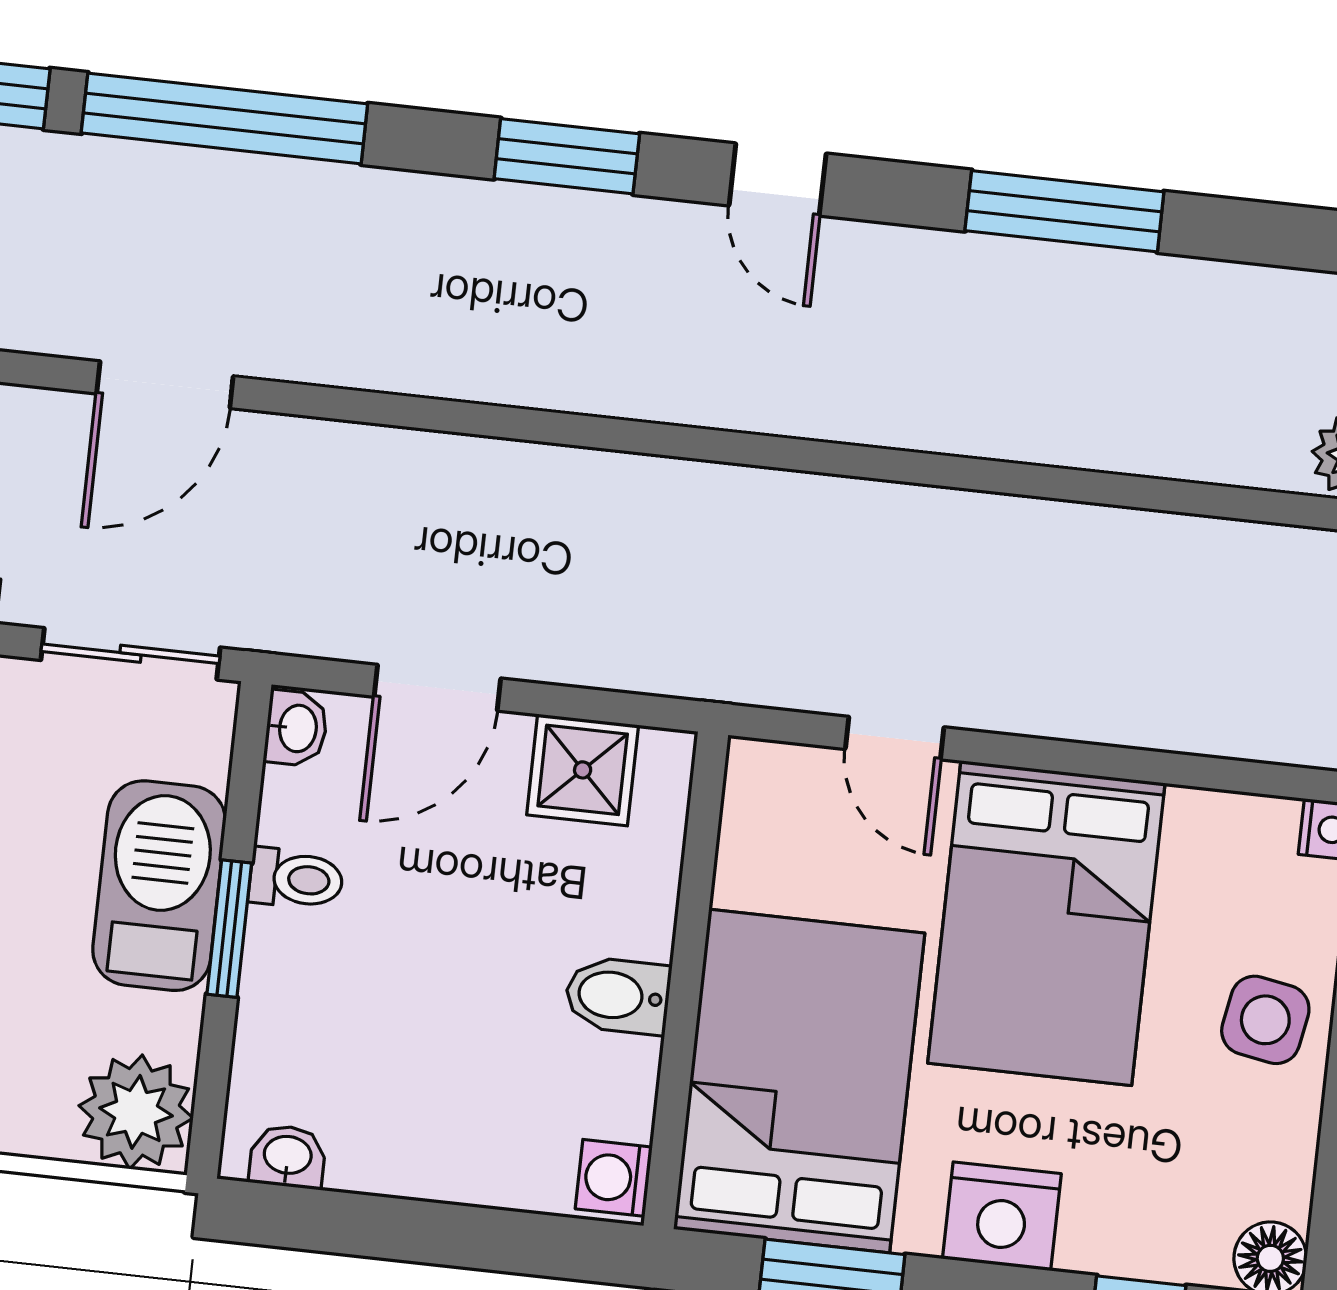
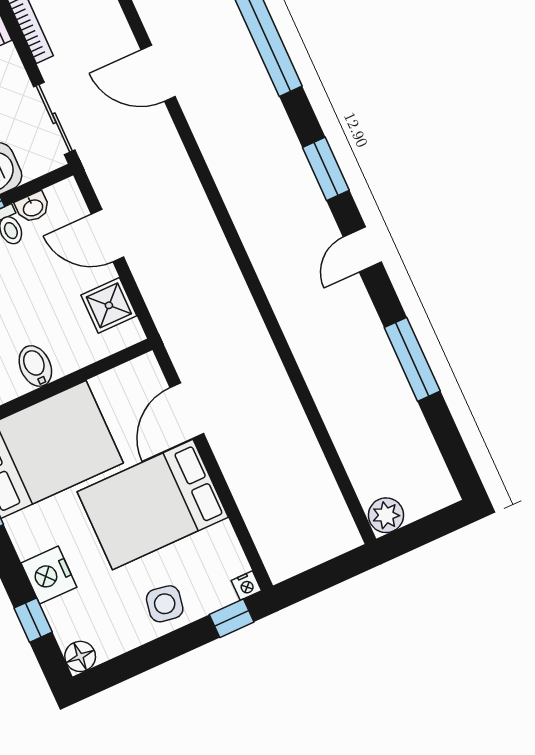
washbasin: (296, 728) -> (33, 207), moved
door: (895, 738) -> (187, 411), width x1.38
nightstand: (1002, 1216) -> (49, 575), moved

